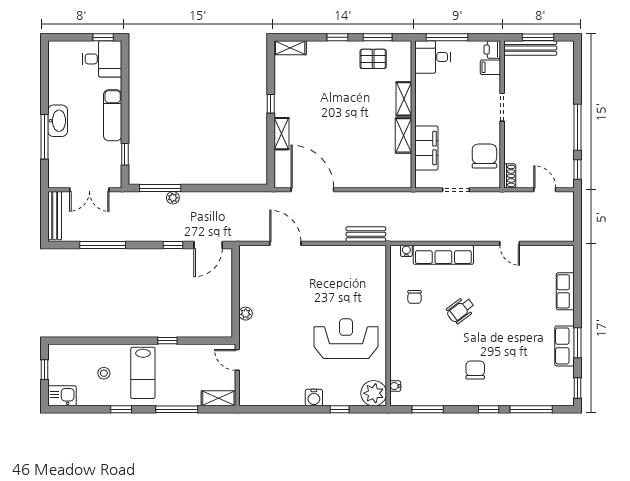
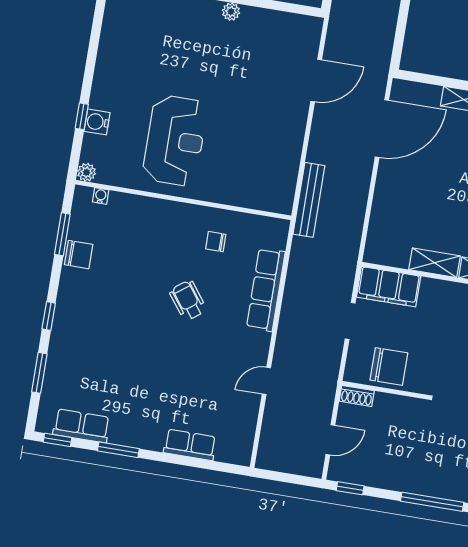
window: (578, 127) -> (432, 502), moved
filing cabinet: (426, 148) -> (389, 287), moved
bench: (366, 234) -> (309, 200), width x1.36
water cooler: (406, 251) -> (279, 241), removed
row of seats: (565, 346) -> (82, 426), moved
chair: (475, 370) -> (79, 255), moved
plant: (374, 393) -> (87, 172), width x0.53, depth x0.53
water cooler: (314, 398) -> (97, 122), moved
window: (531, 409) -> (39, 373), width x0.69

